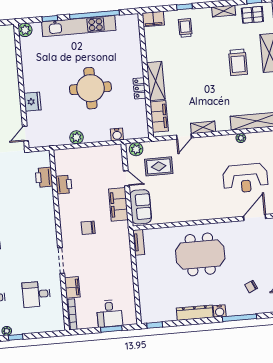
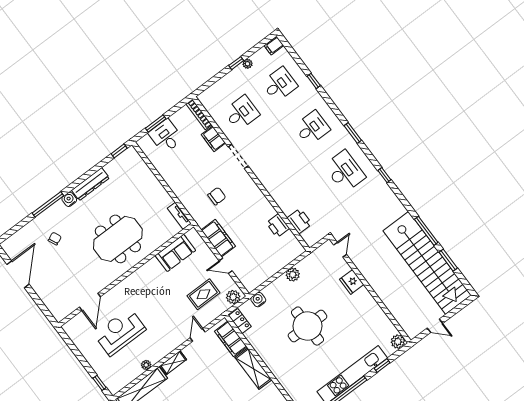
locker: (139, 88) -> (240, 321), moved
shelving: (203, 127) -> (173, 363), moved
sofa: (141, 207) -> (175, 253), moved, turned -90
chair: (88, 228) -> (217, 196), moved

